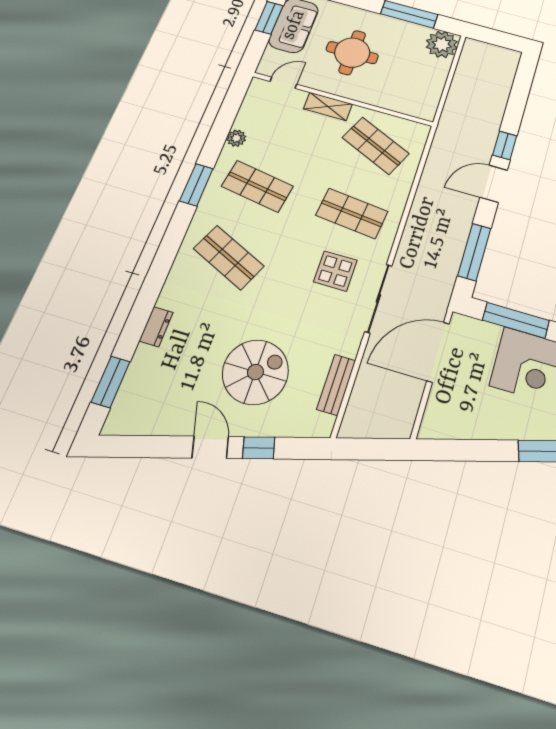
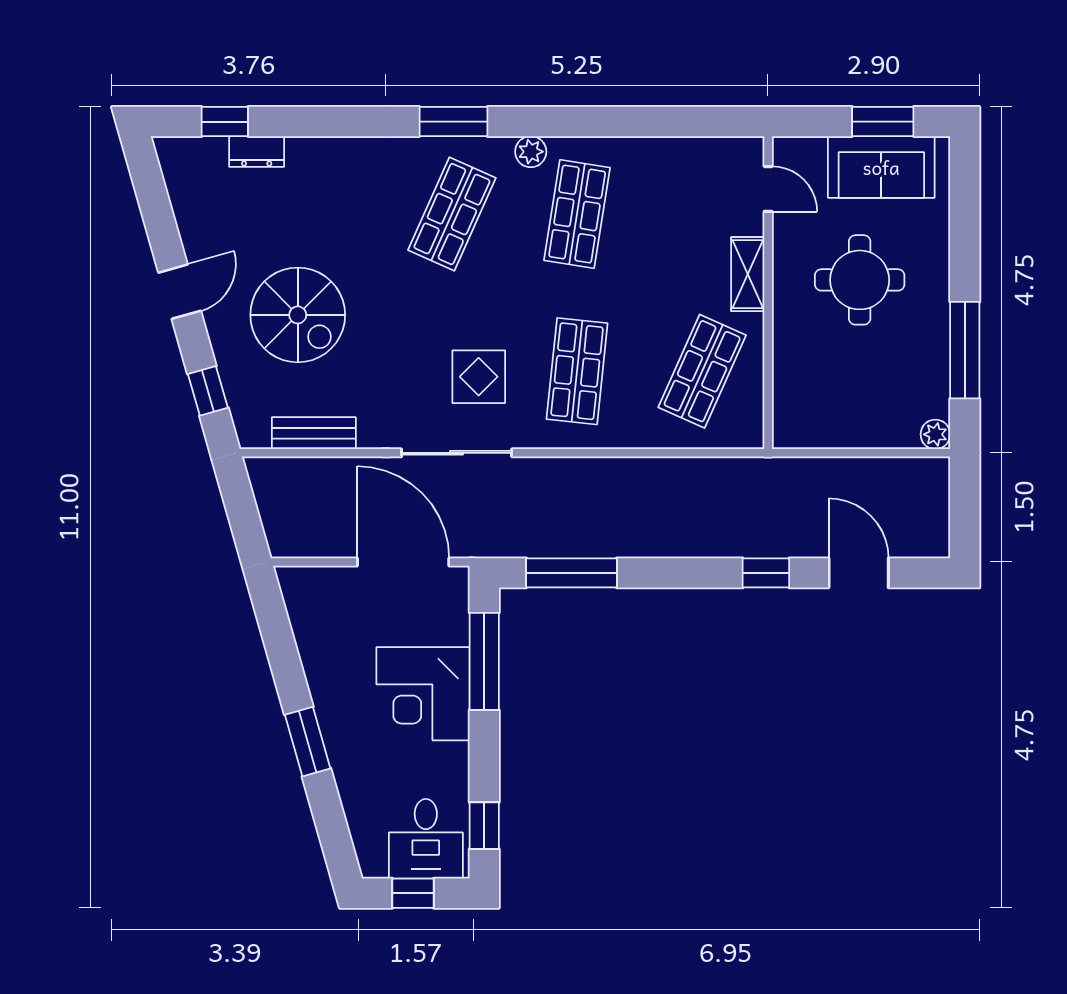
plant: (442, 44) -> (935, 434), width x0.53, depth x0.53
plant: (236, 138) -> (531, 152), moved
door: (494, 184) -> (859, 573), moved
window: (196, 185) -> (453, 122), moved
dresser: (156, 327) -> (257, 152), moved
window: (111, 382) -> (225, 122), width x0.67
window: (259, 448) -> (208, 391), moved

